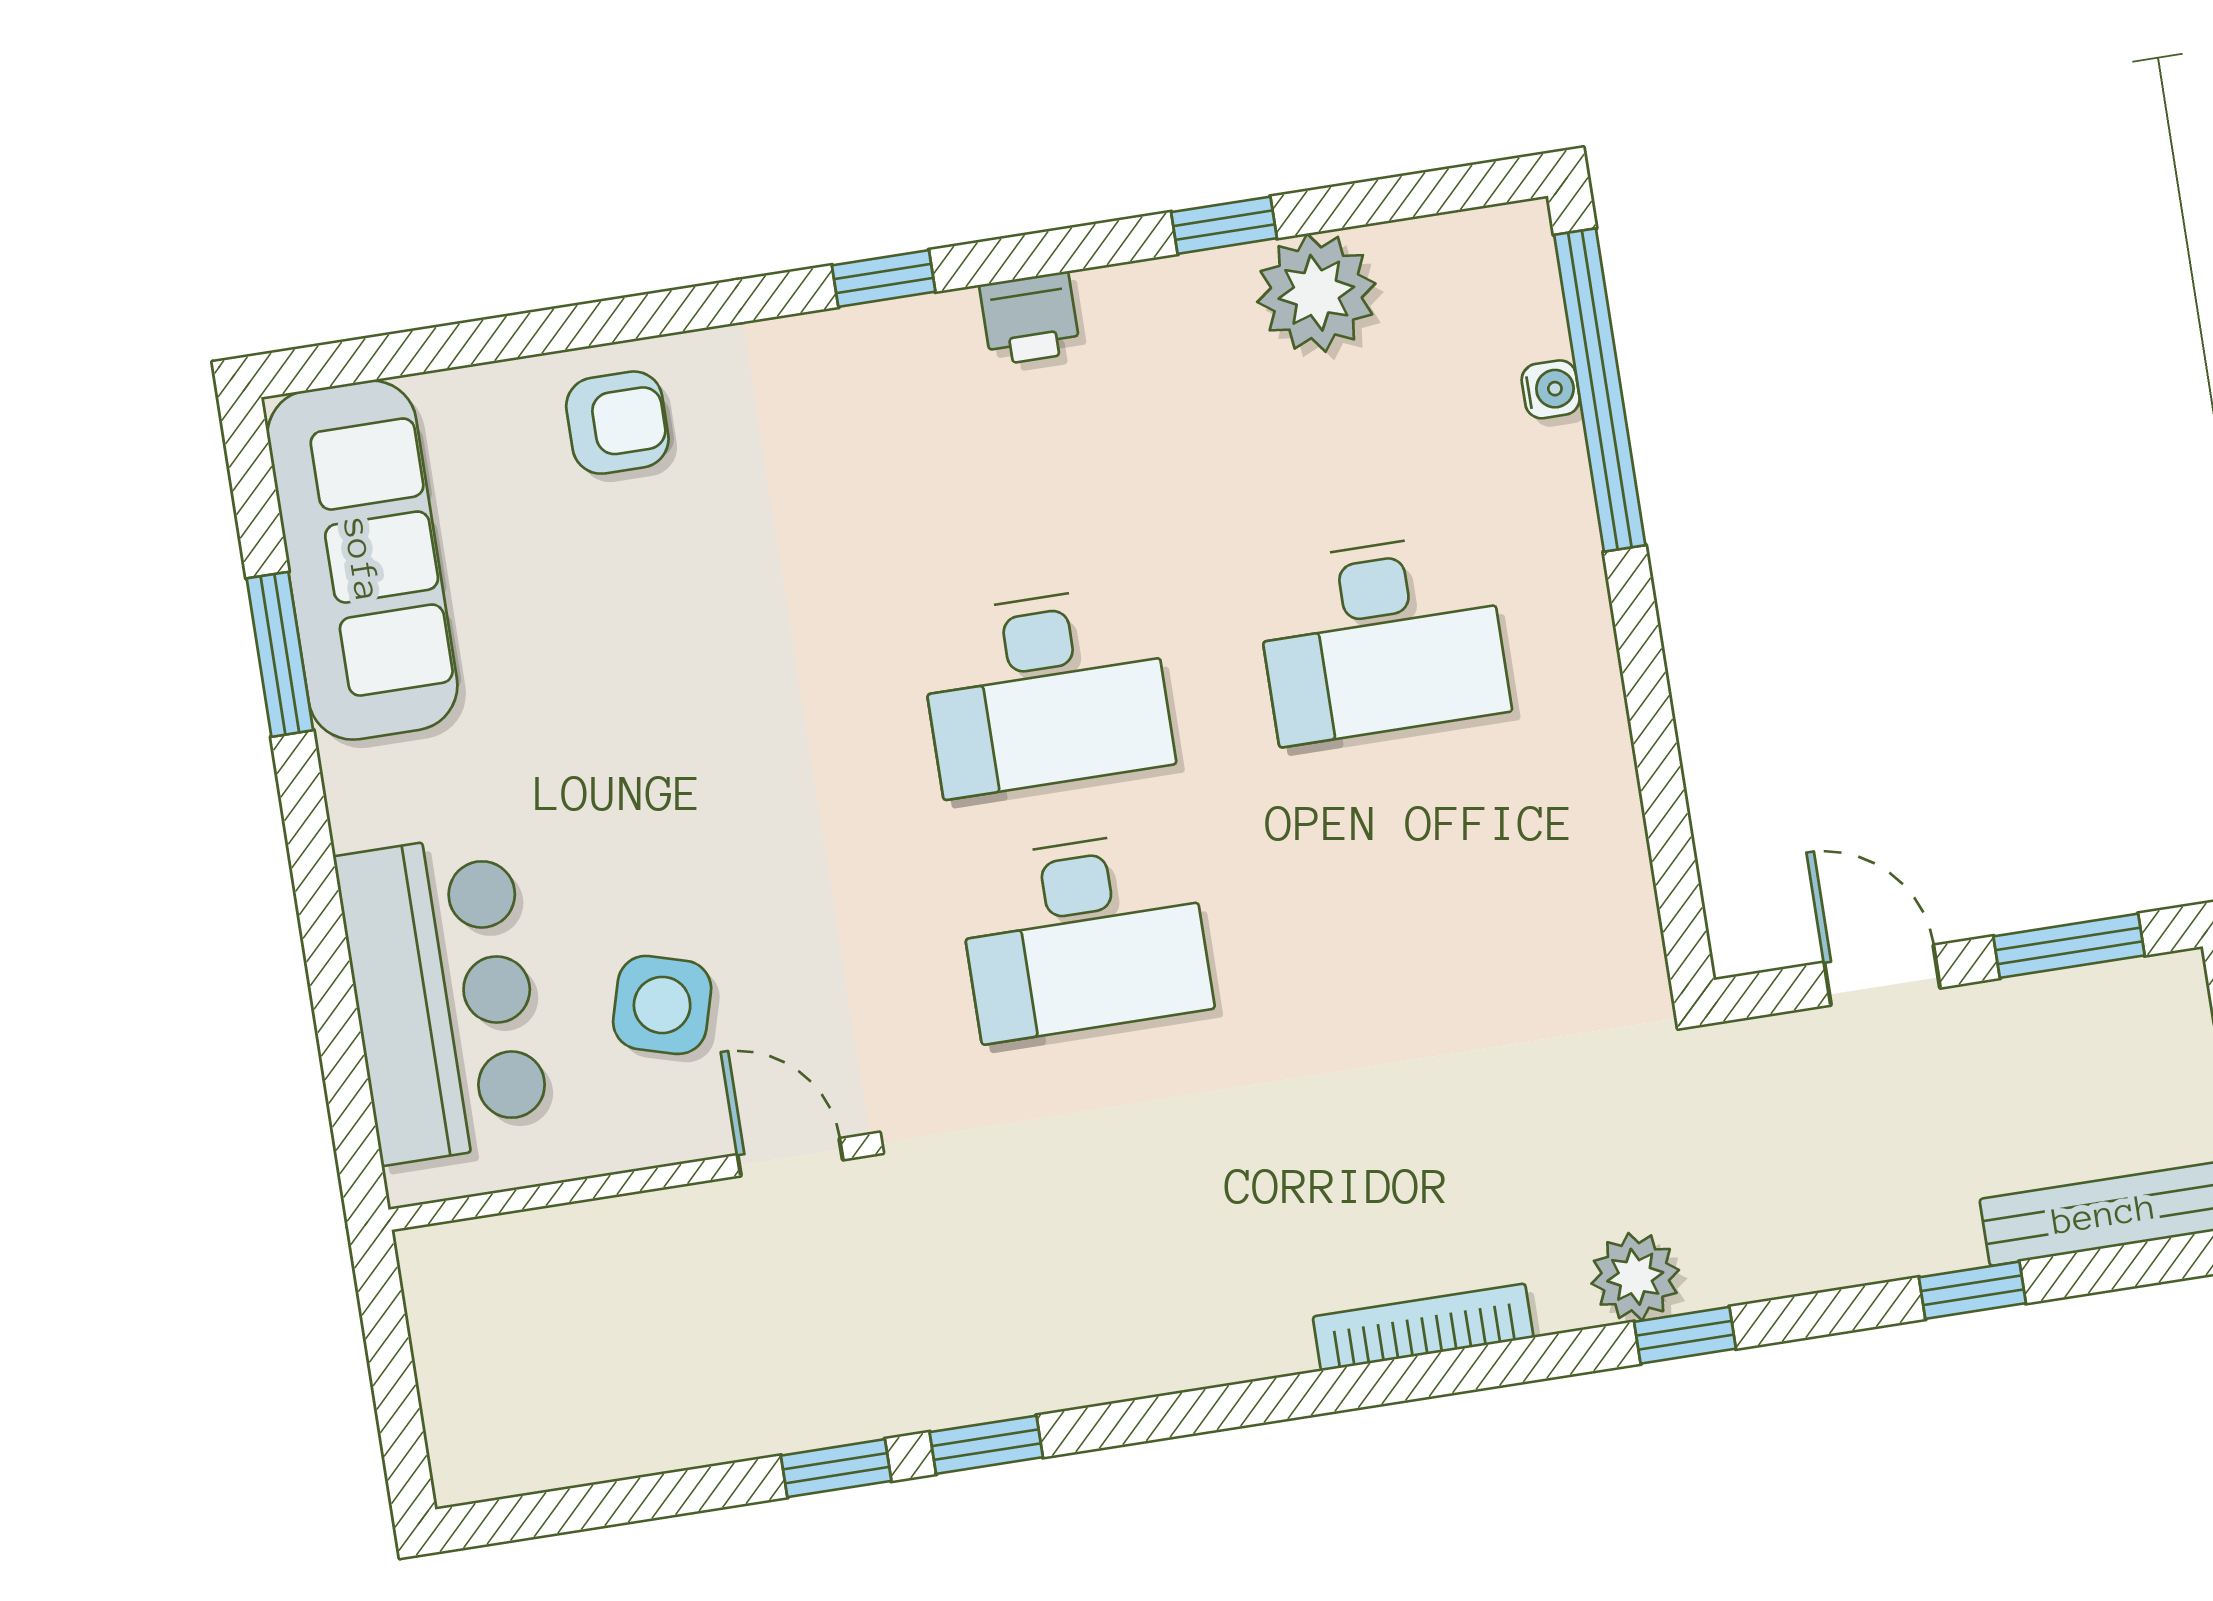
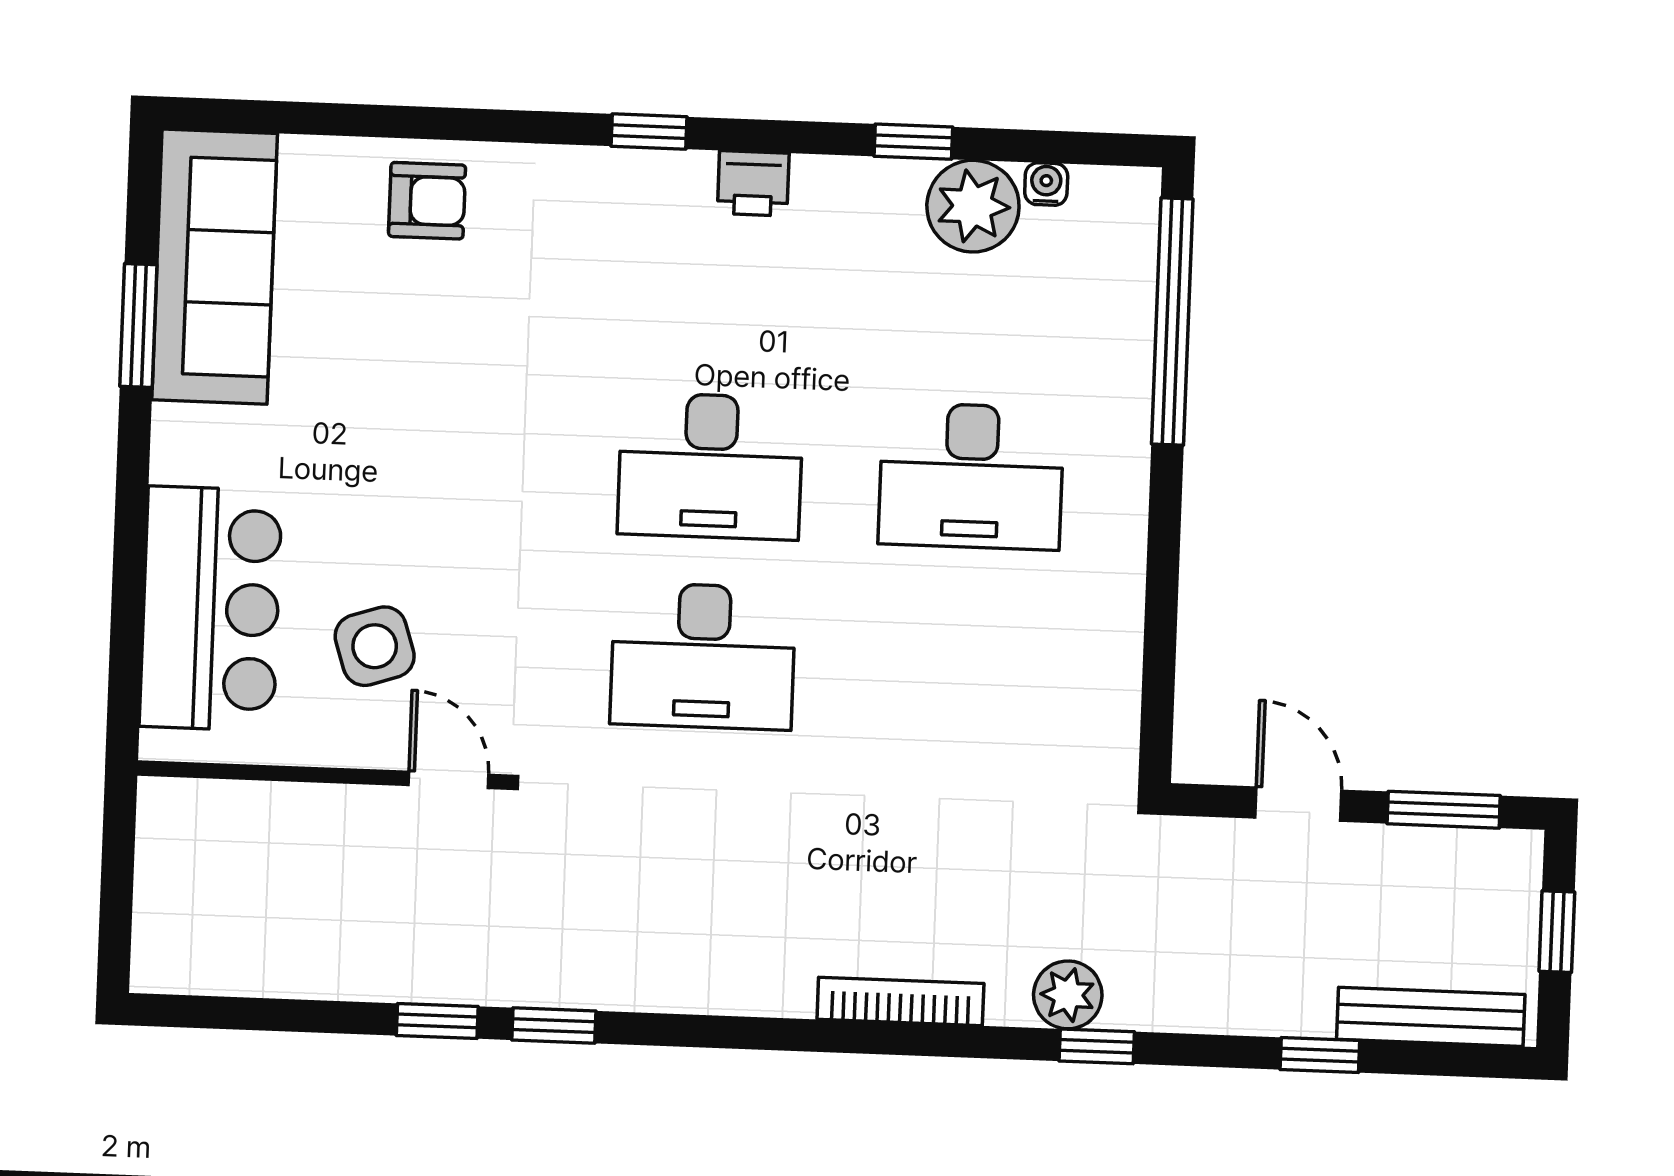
water cooler: (1551, 389) -> (1046, 184), moved, turned -90
side table: (662, 1005) -> (375, 646), turned -34

